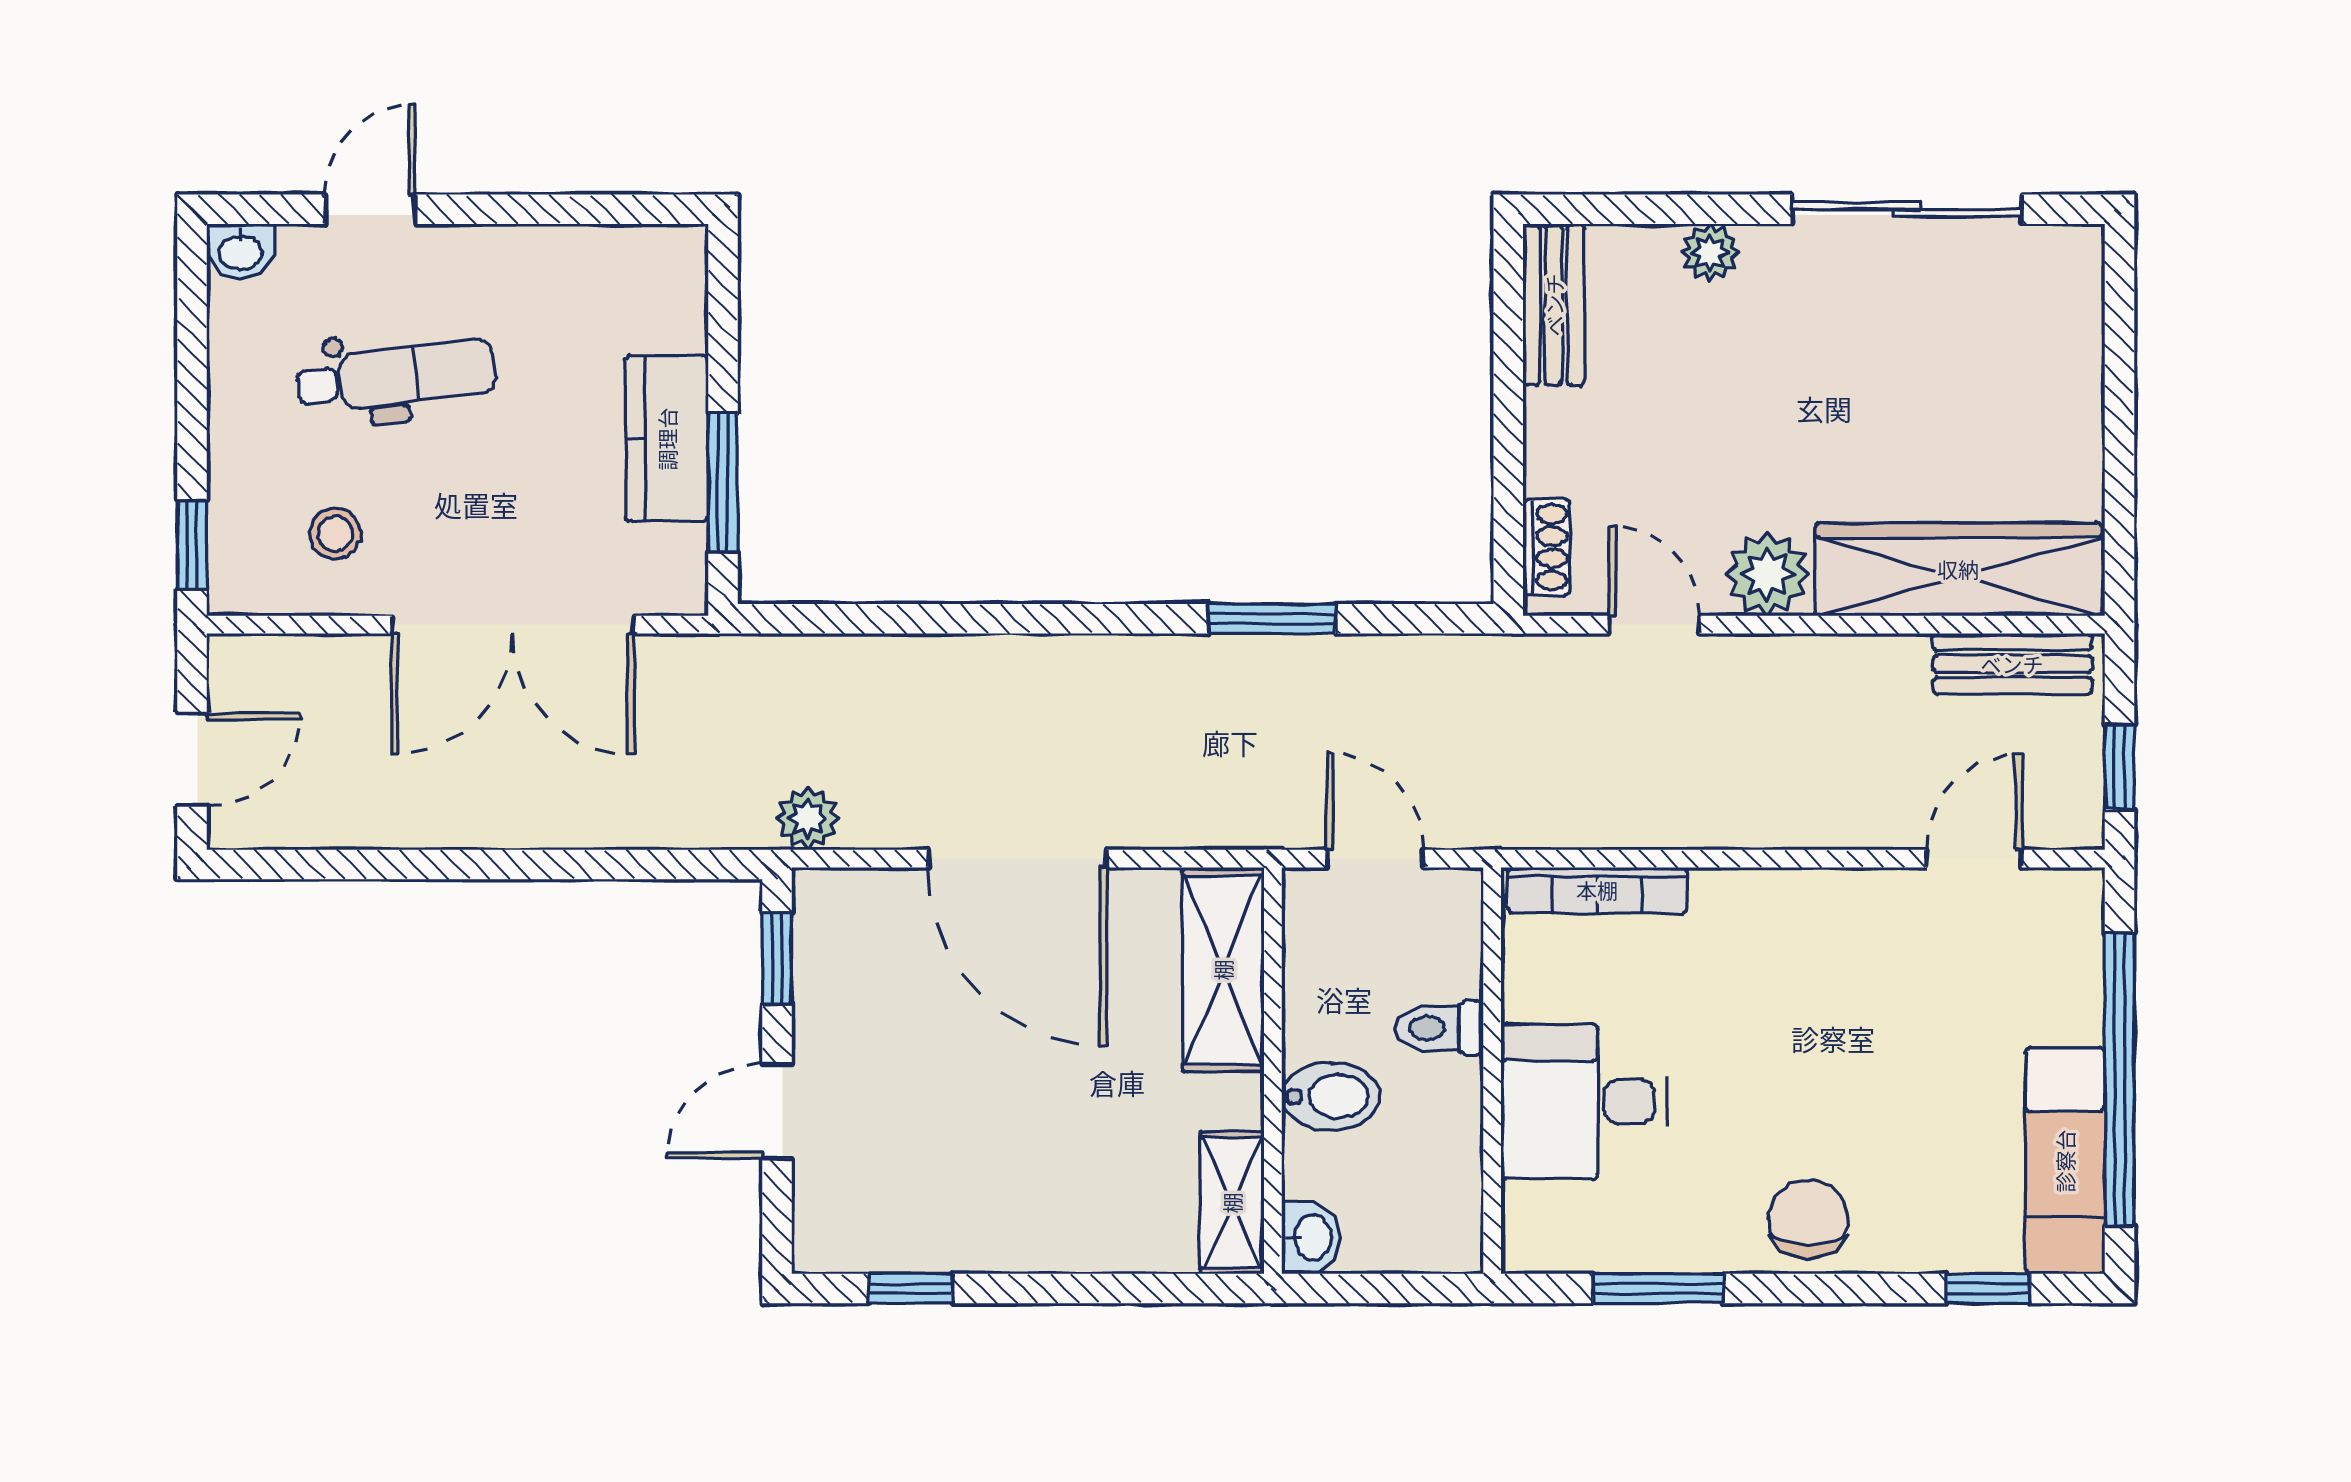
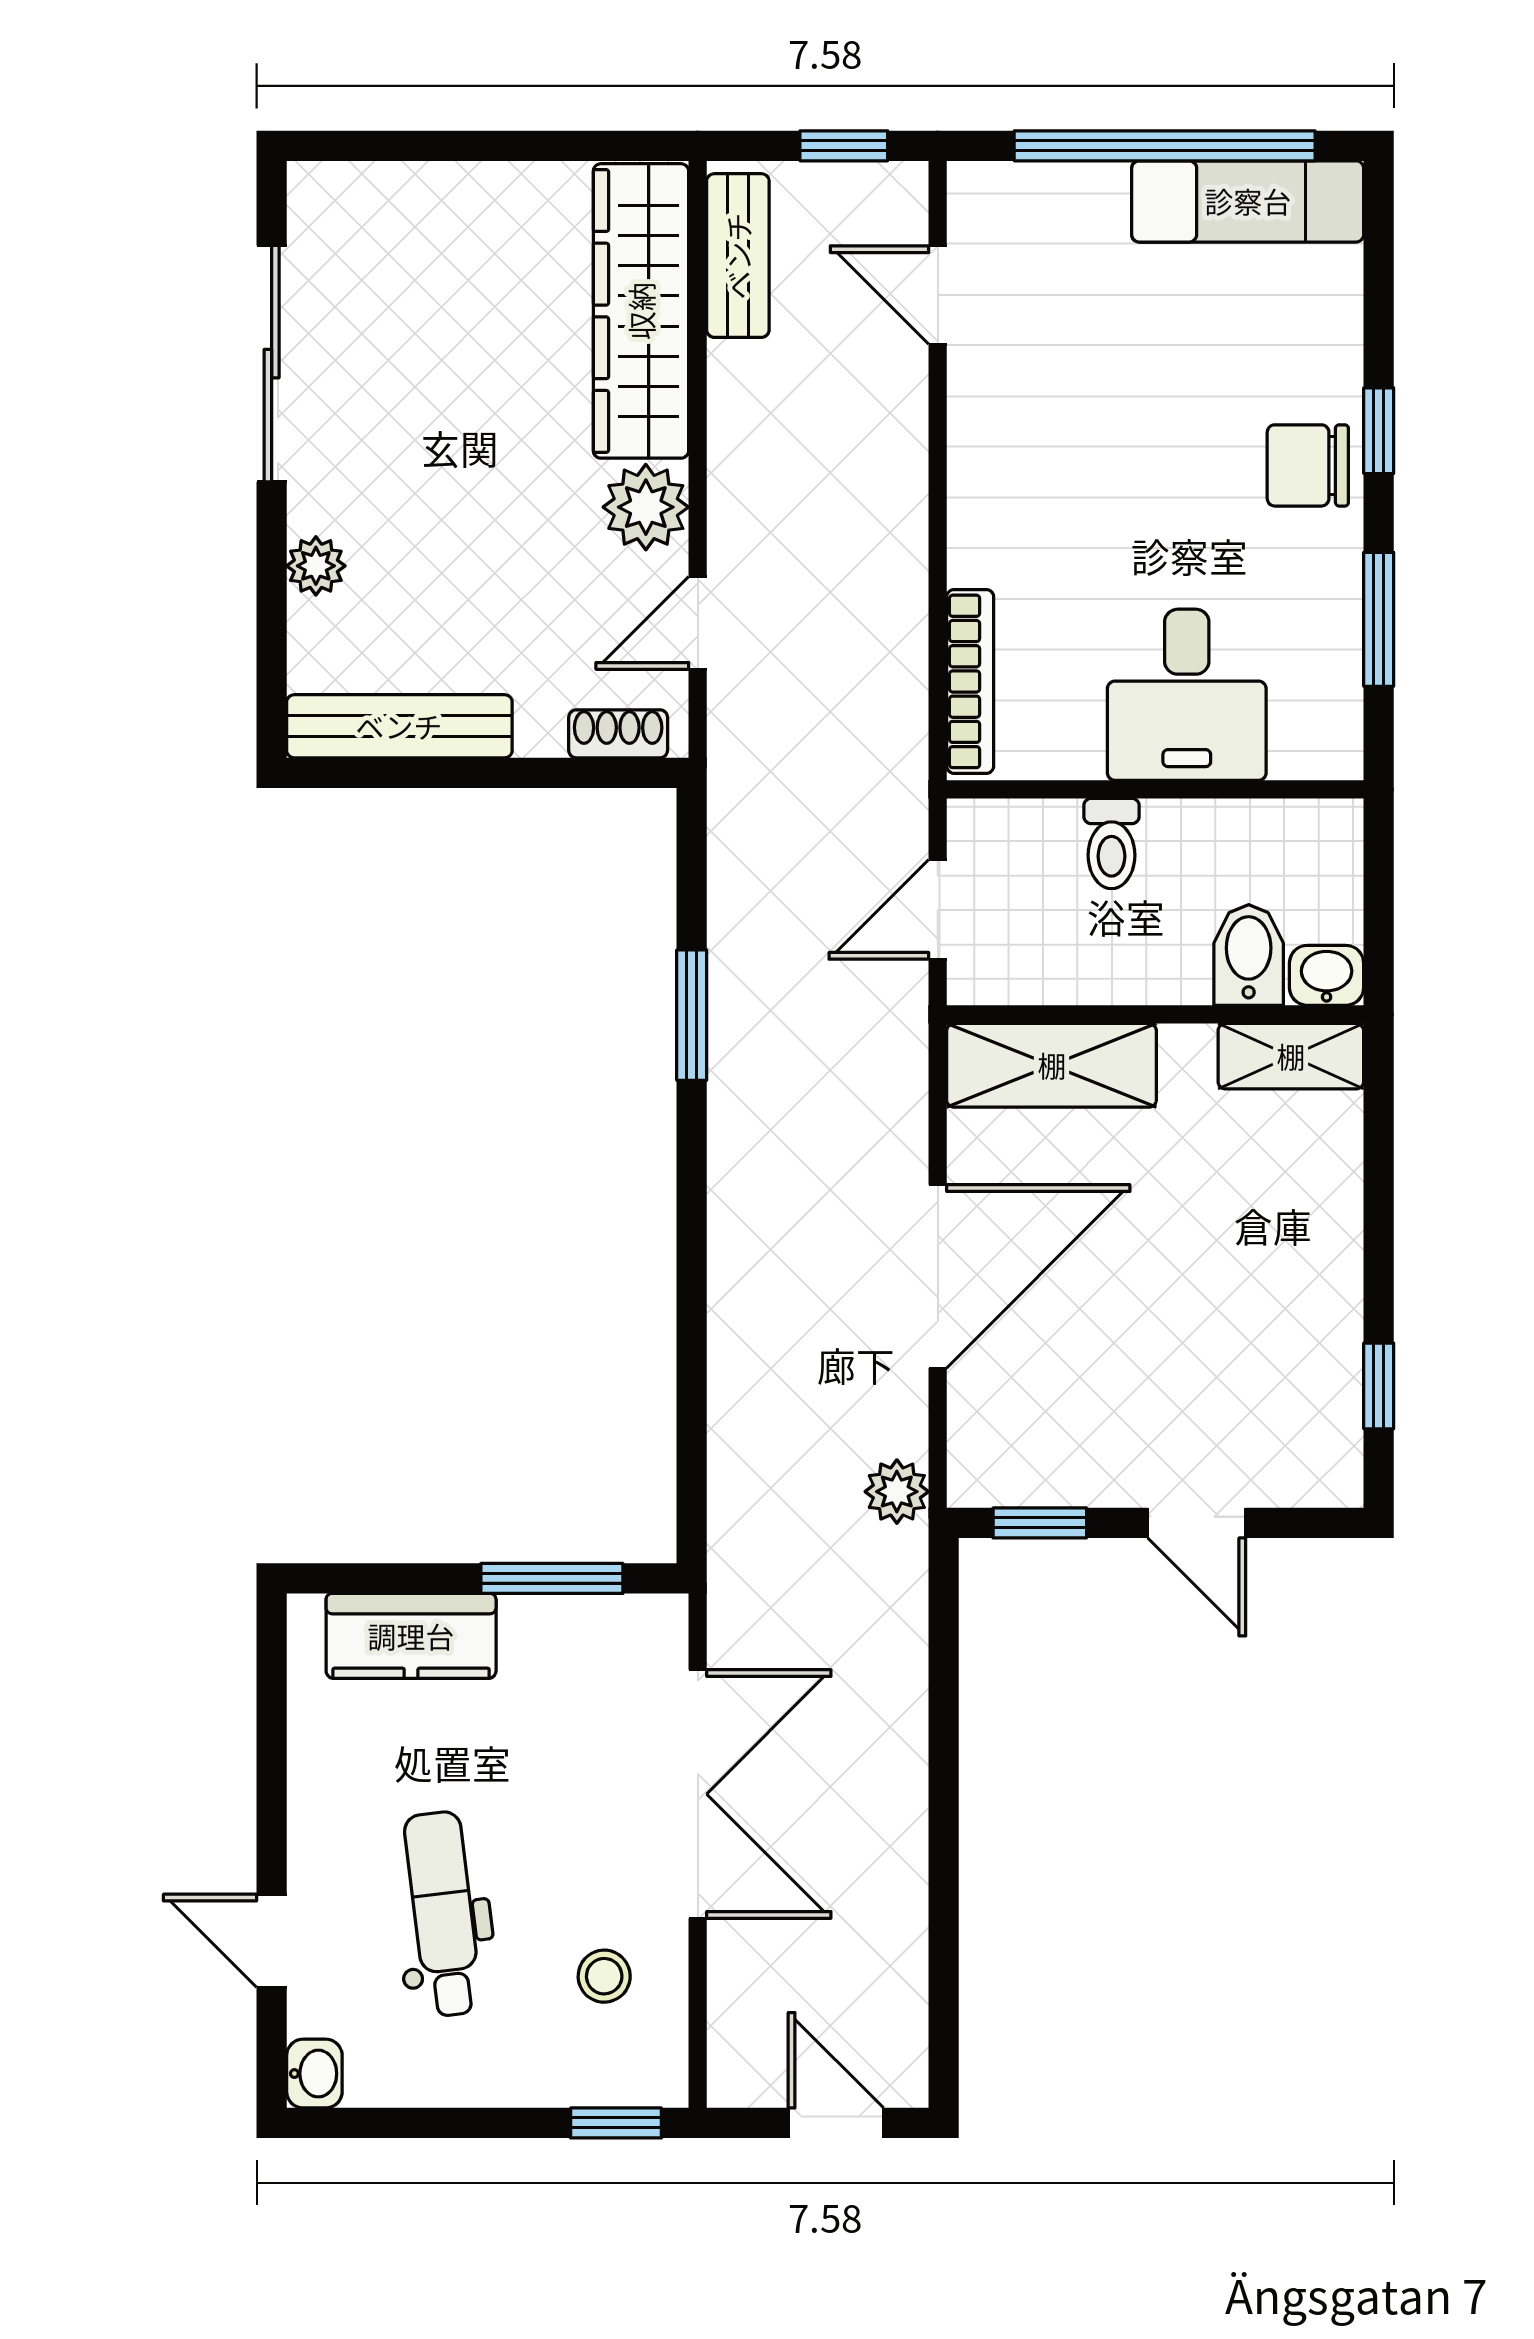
bench: (1554, 305) -> (399, 726), width x1.36
kitchen counter: (667, 439) -> (411, 1636), moved
bidet: (1331, 1096) -> (1249, 955), moved
window: (1988, 1289) -> (1379, 431), moved

